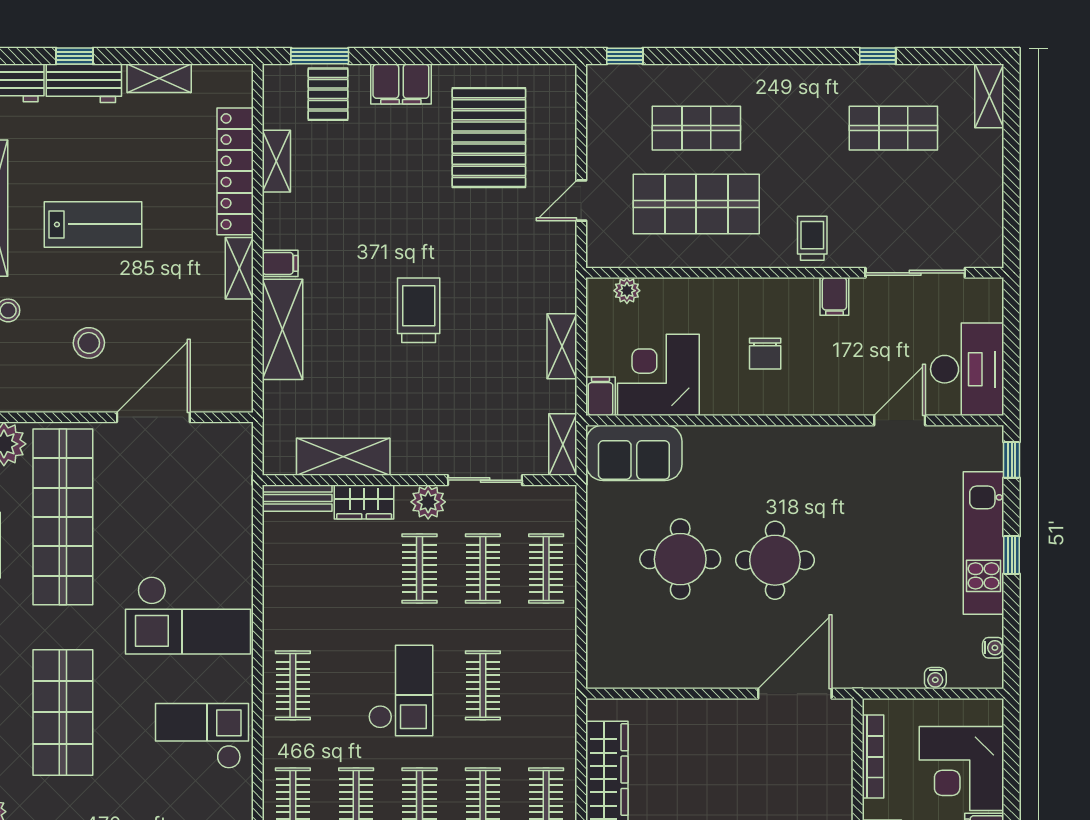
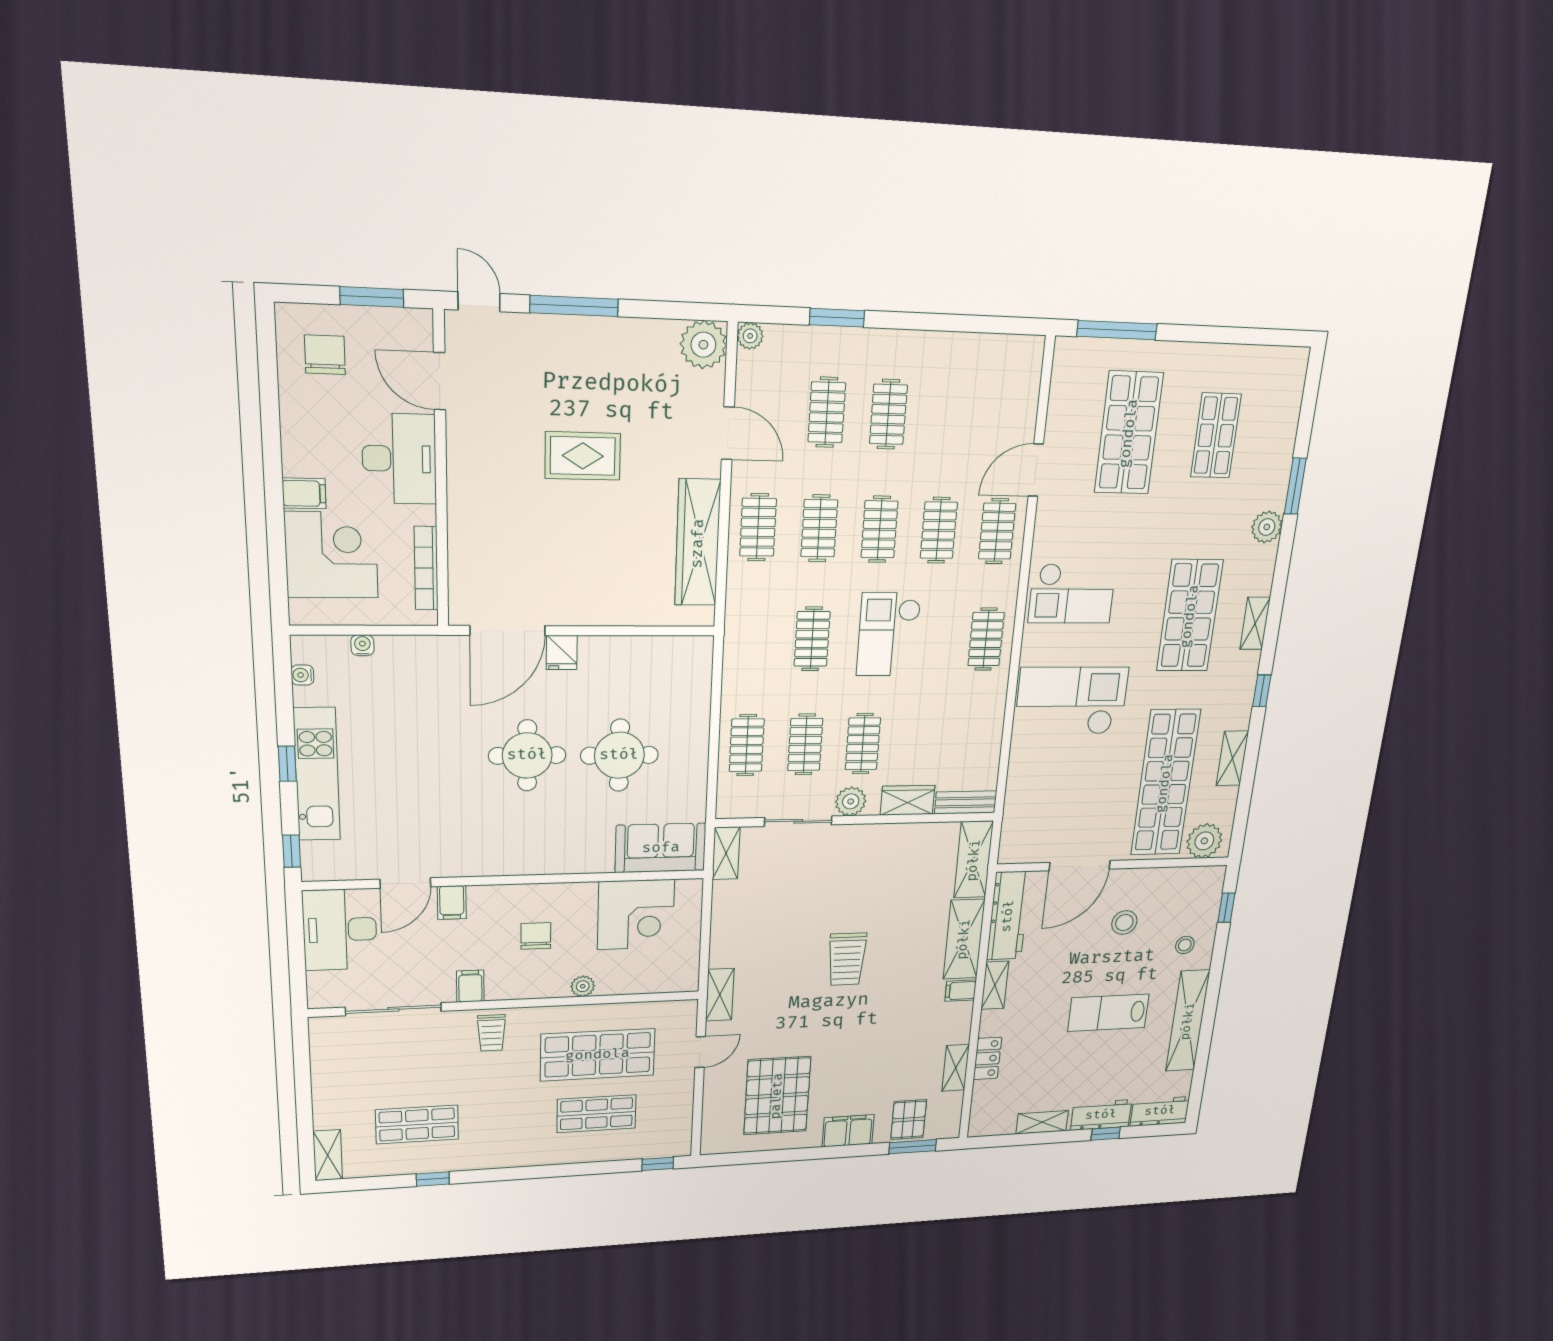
locker: (235, 171) -> (987, 1058), width x0.46, depth x0.83
plant: (627, 291) -> (583, 986), moved
shelving: (562, 346) -> (720, 995), moved
workbench: (232, 357) -> (1008, 916), added
filing cabinet: (600, 396) -> (452, 903), moved
shelving: (343, 457) -> (974, 860), moved, turned 90
fridge: (741, 671) -> (562, 653), added

